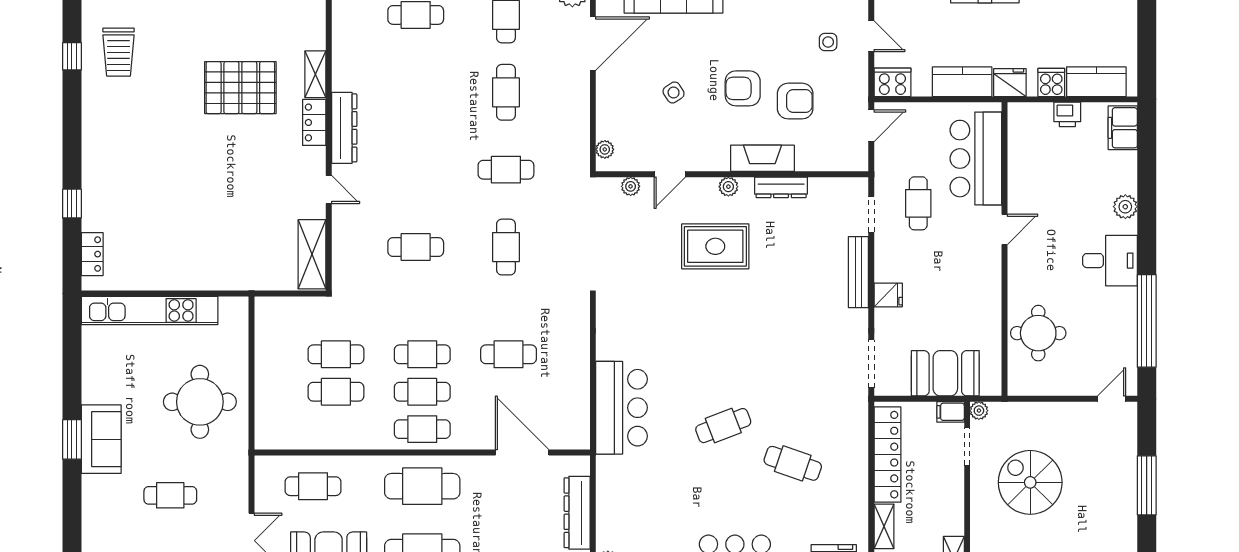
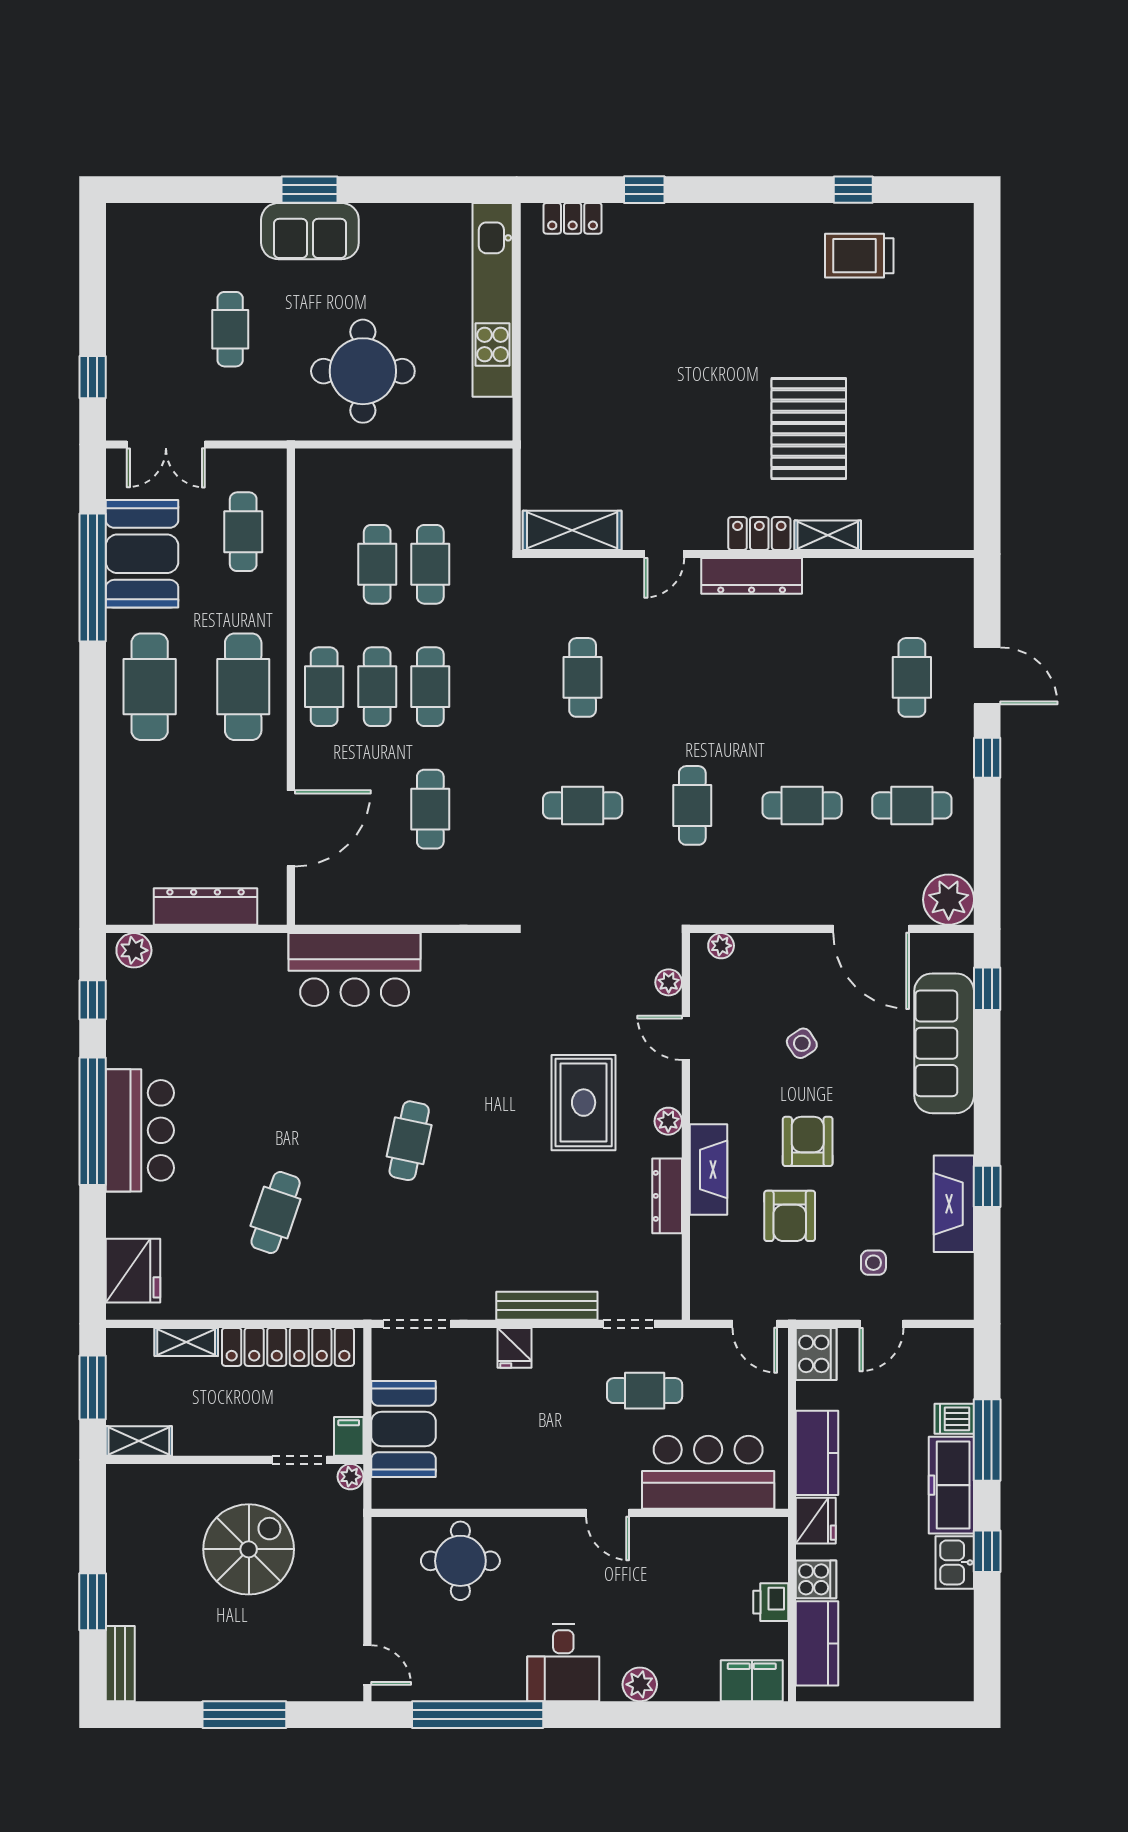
cafe table: (723, 426) -> (409, 1141), moved, turned 33

